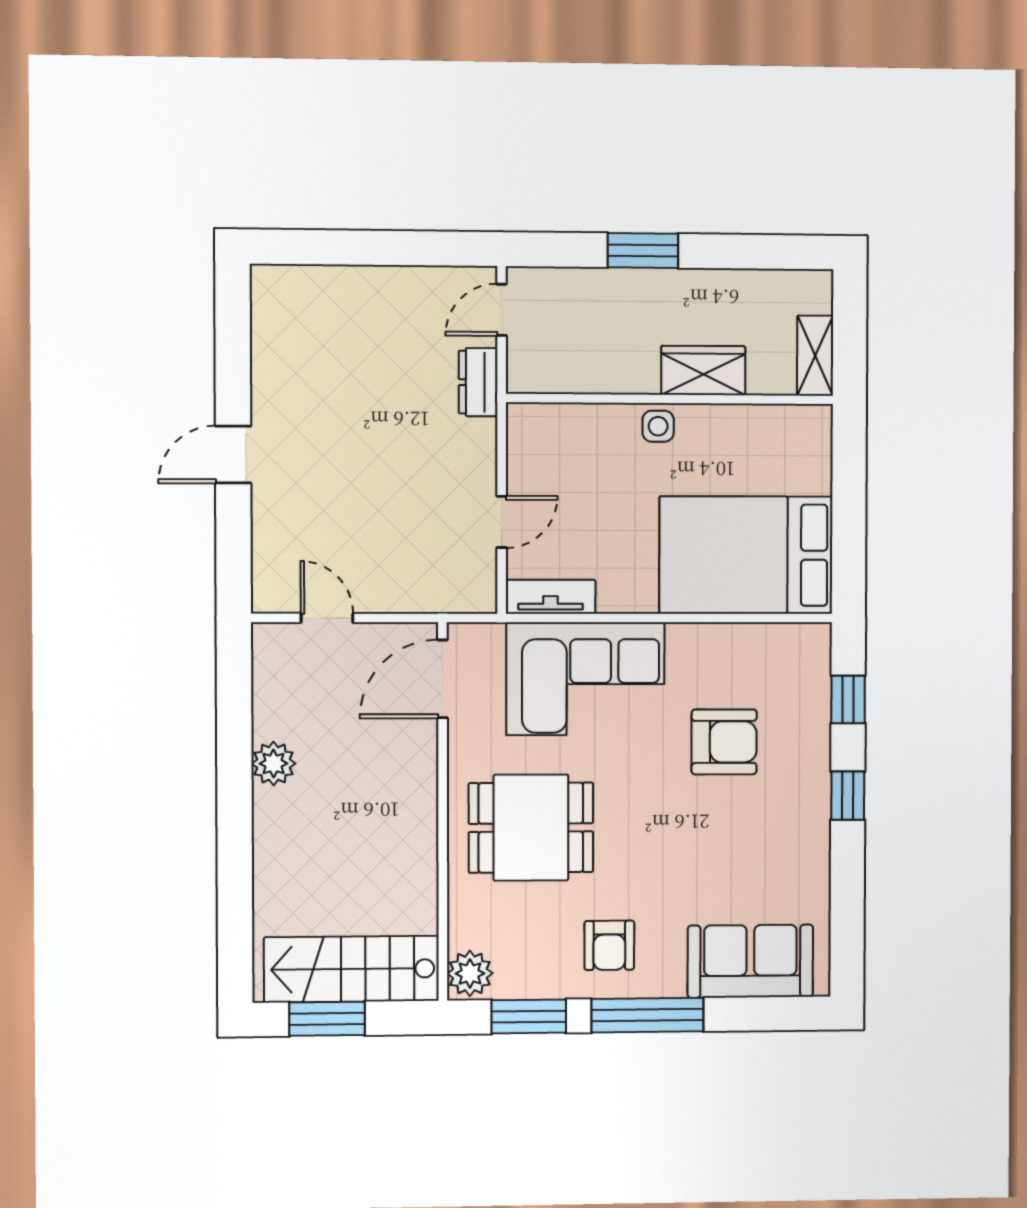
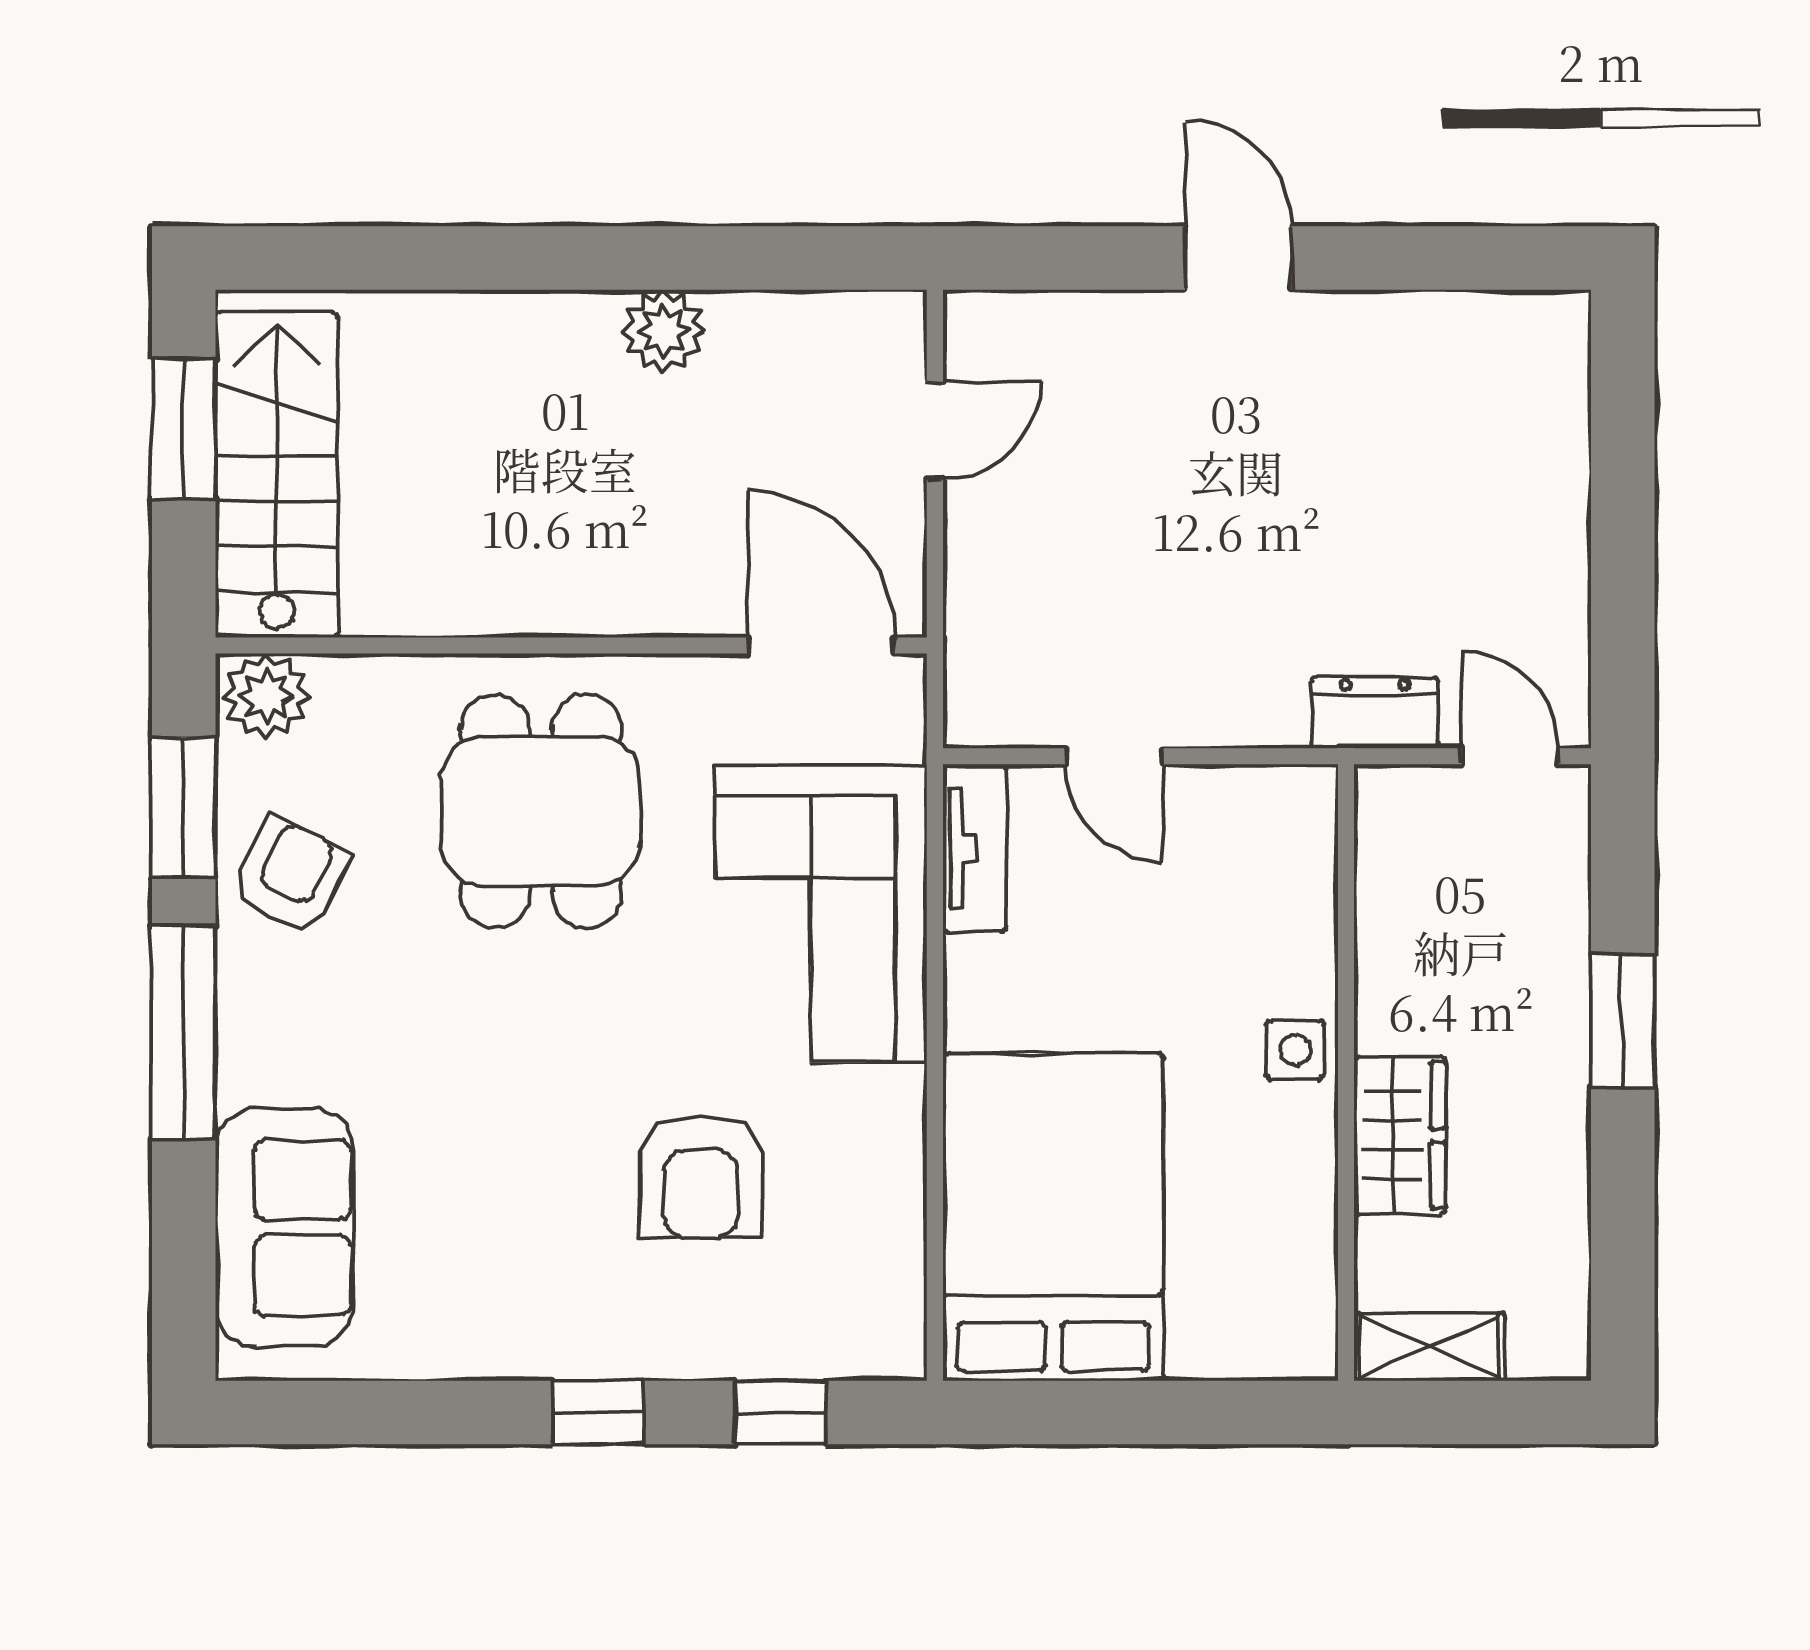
armchair: (609, 945) -> (291, 876), moved, turned 117

